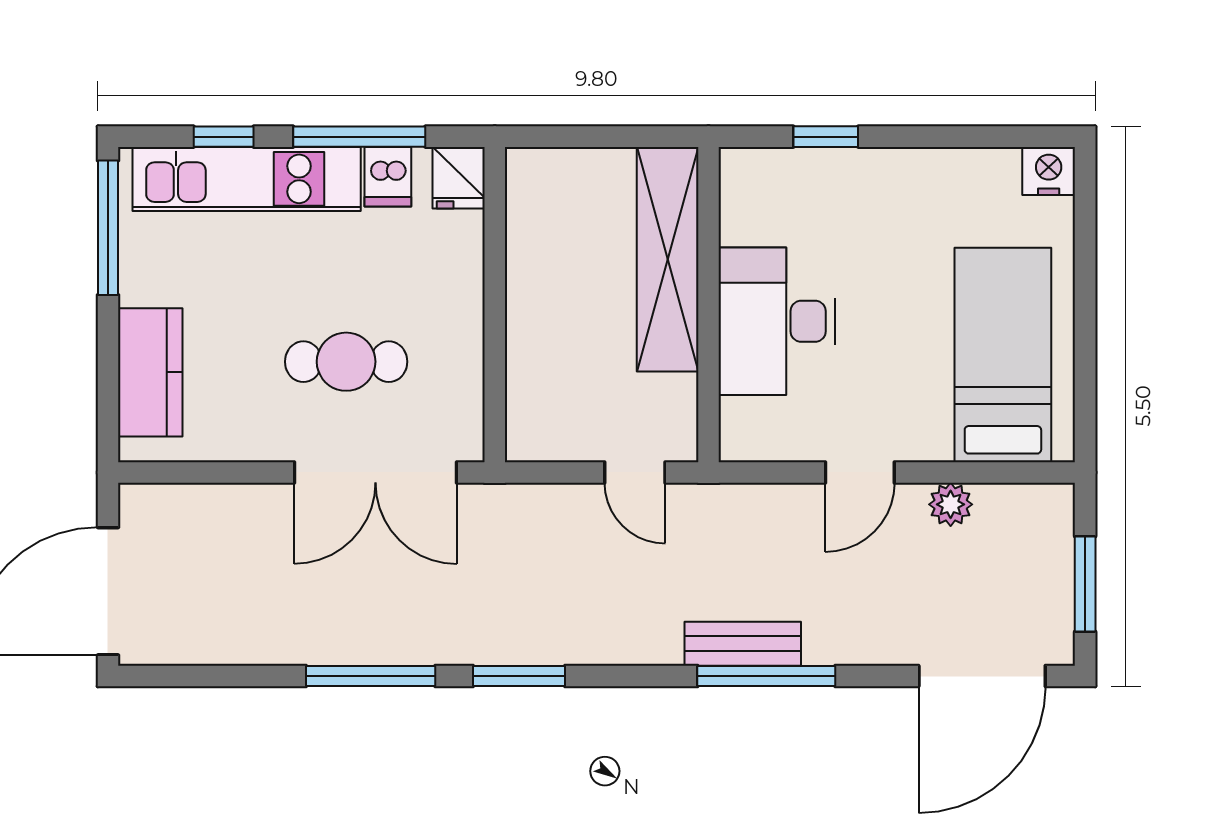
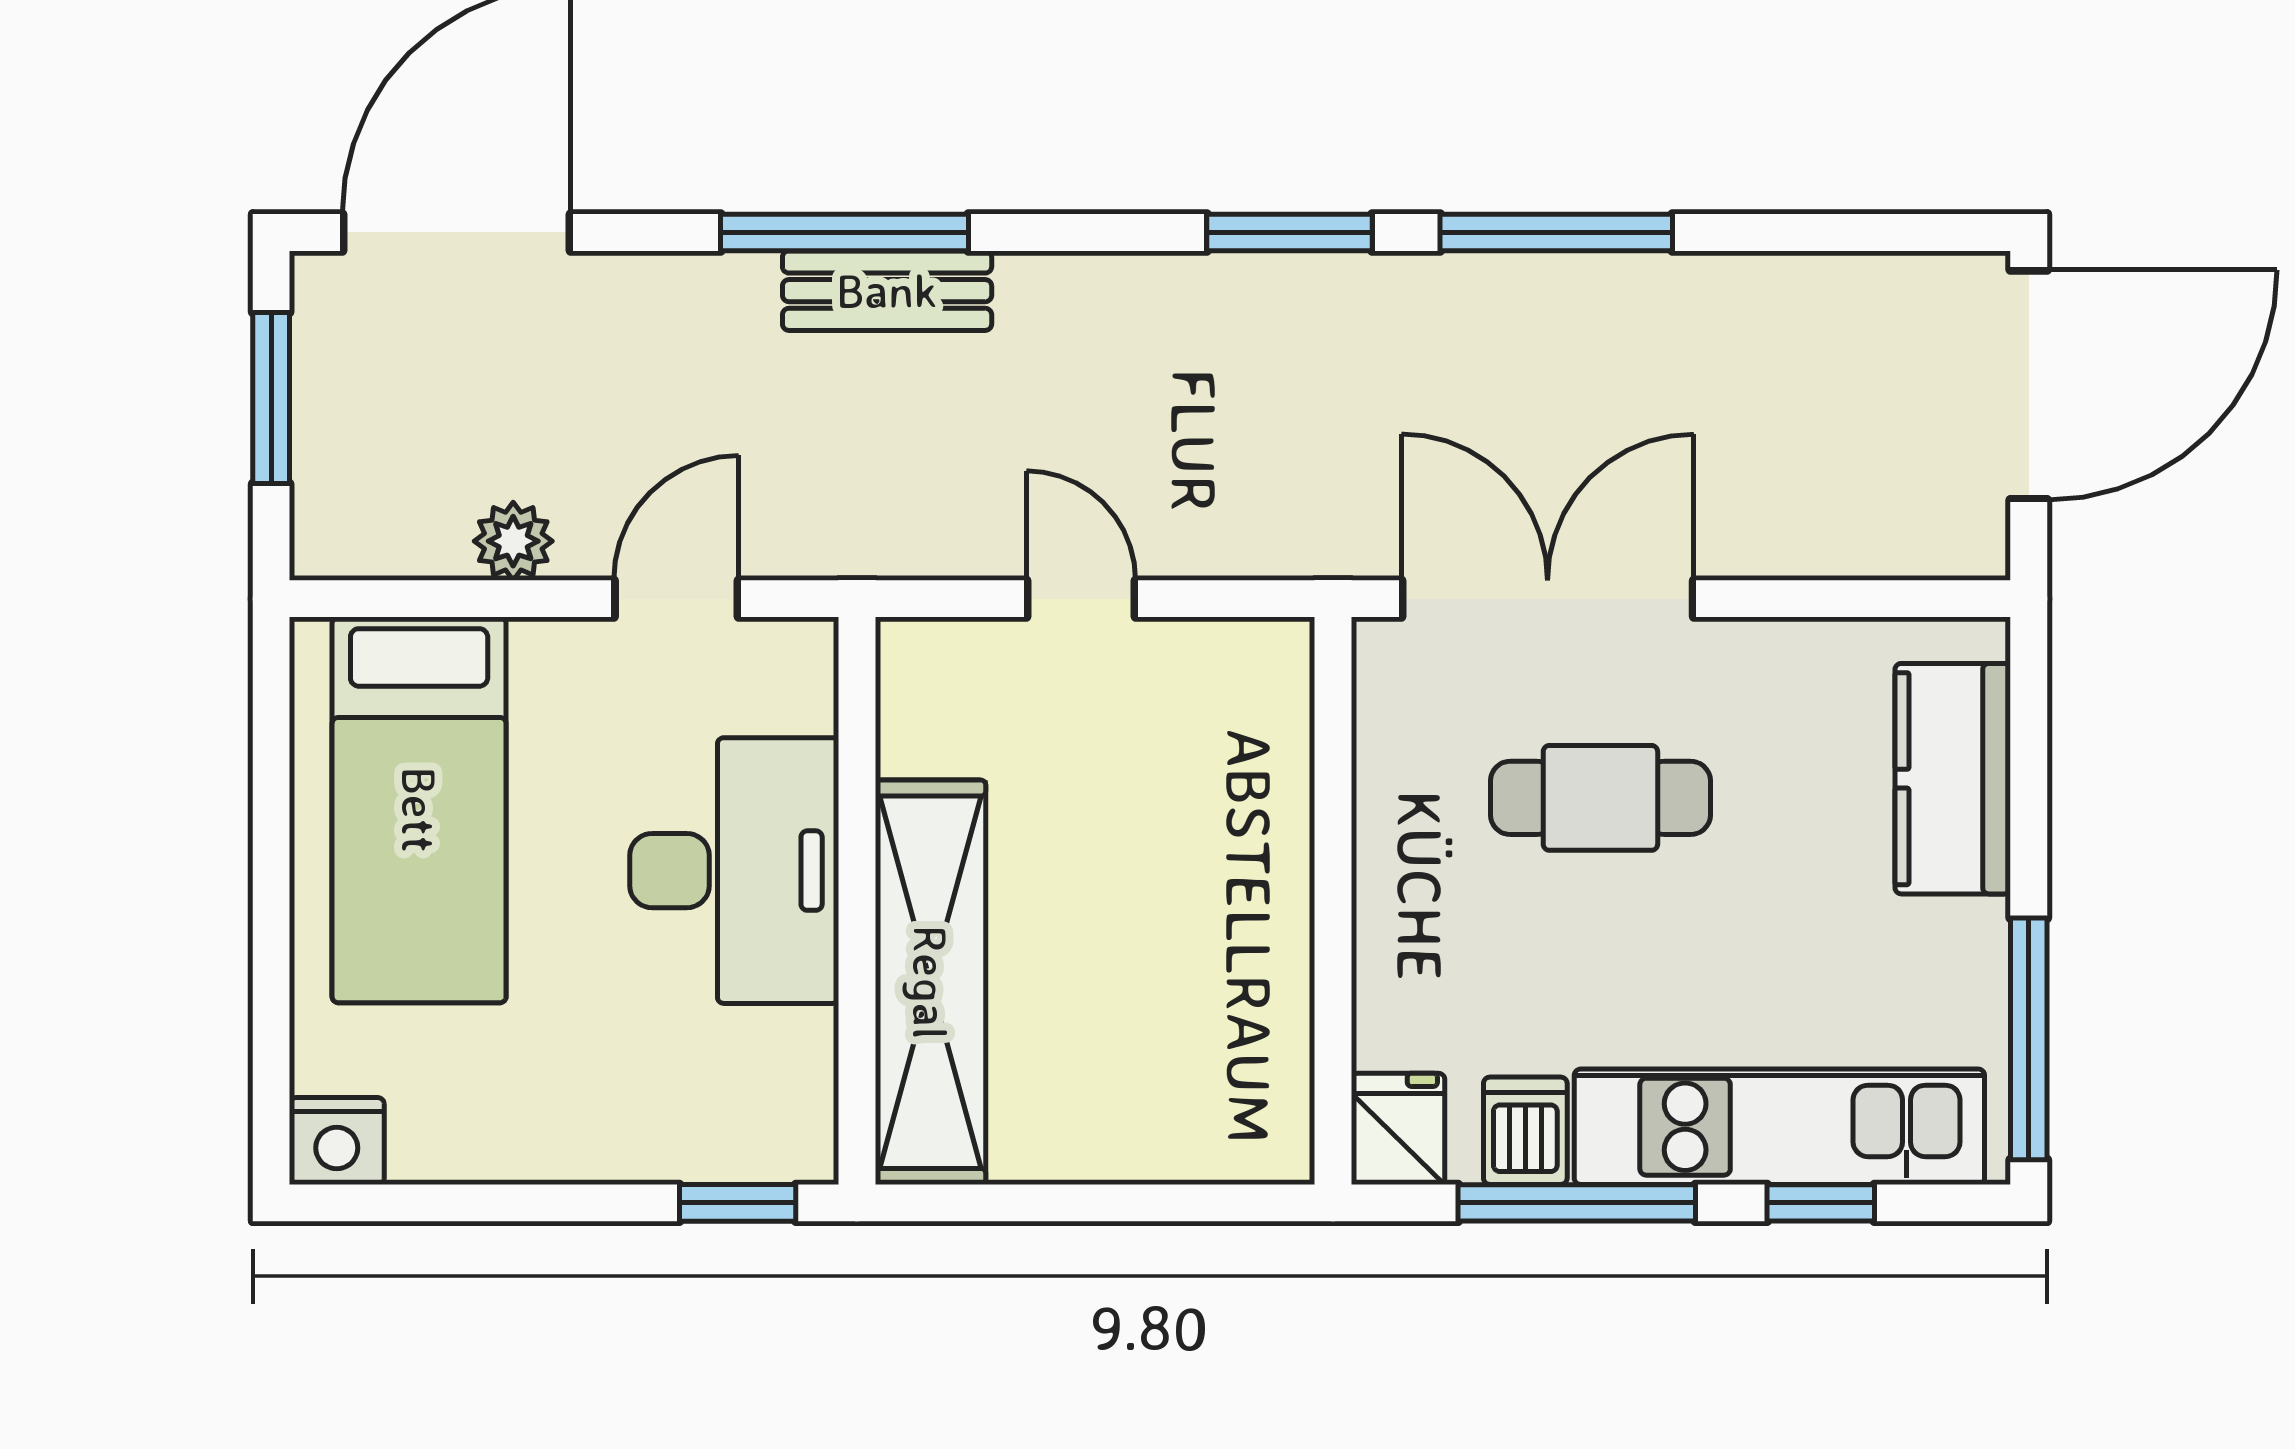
shelving: (668, 259) -> (930, 982), moved
wall: (709, 305) -> (857, 901), moved
desk: (777, 321) -> (734, 871), moved

